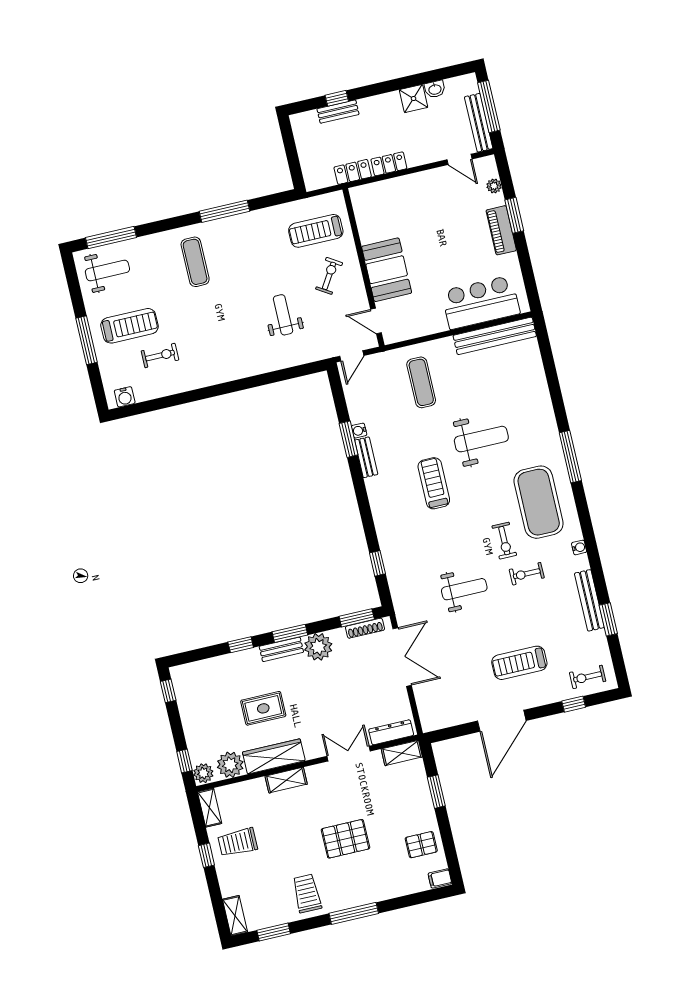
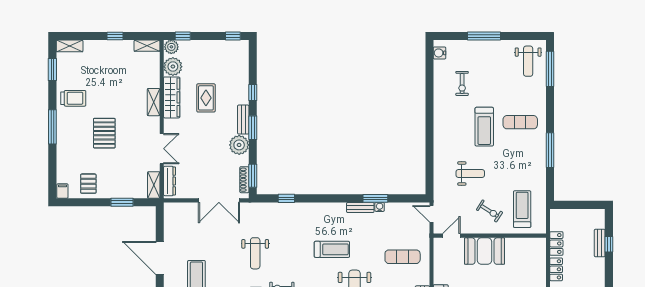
treadmill: (129, 326) -> (484, 127), moved
trolley: (238, 842) -> (119, 59), removed

